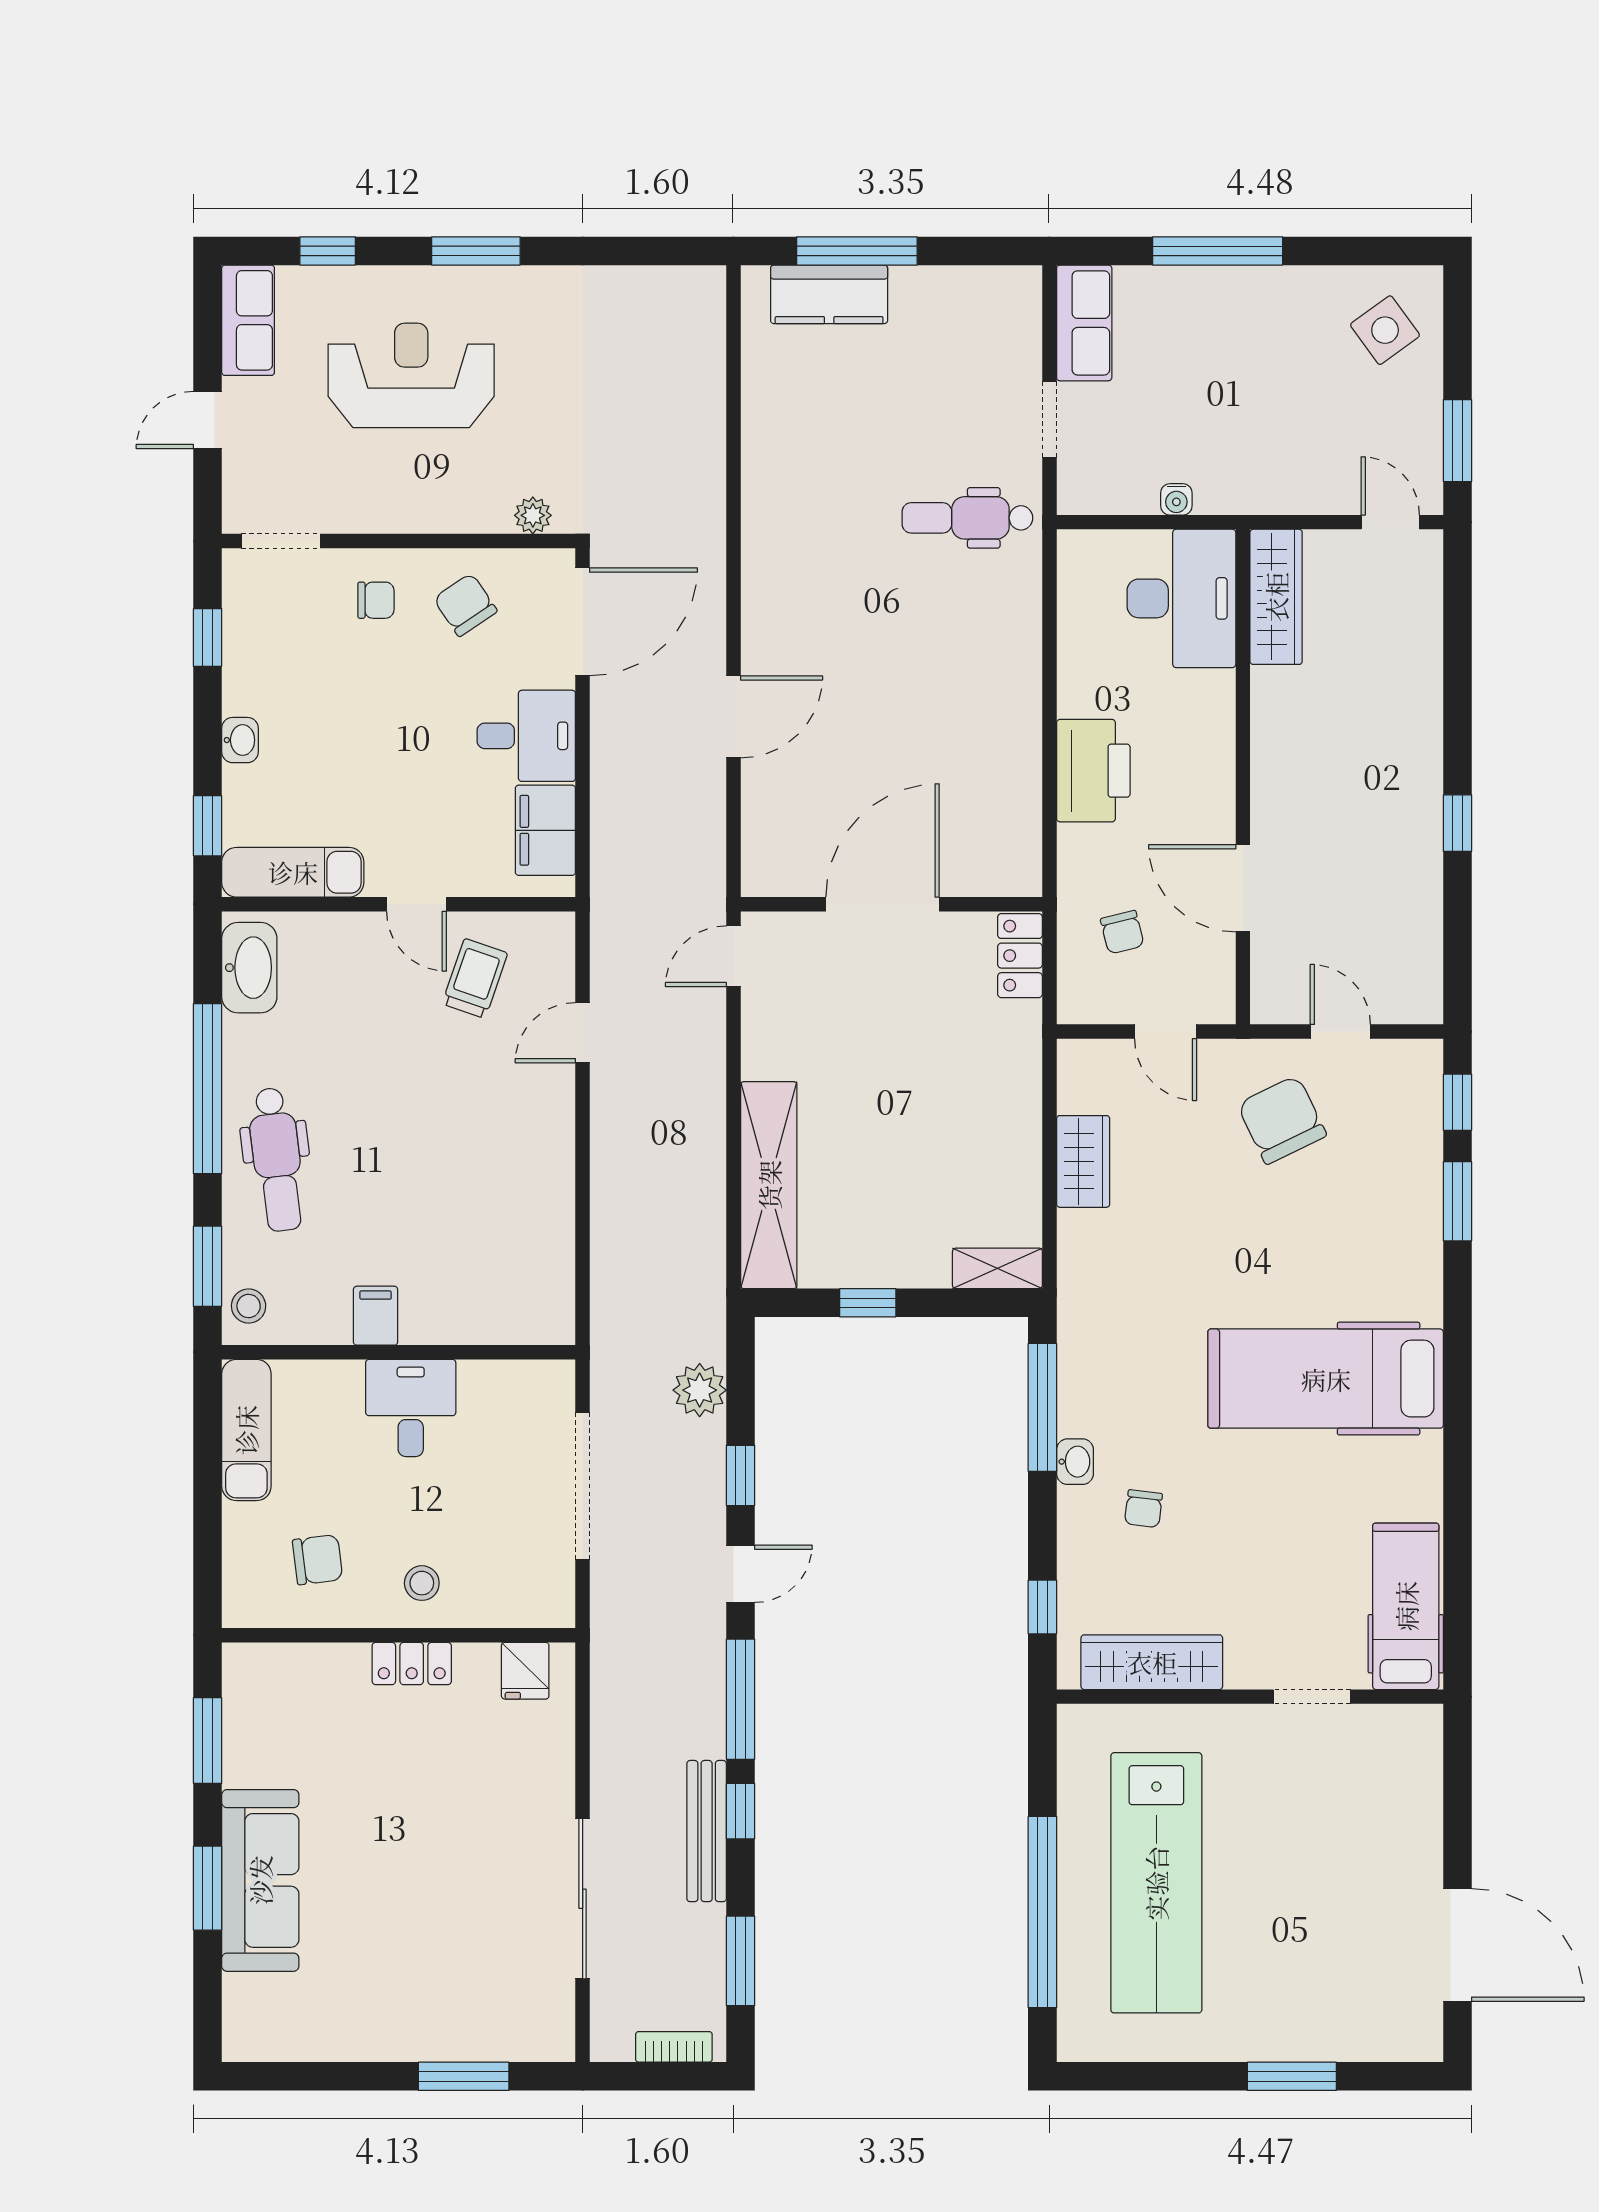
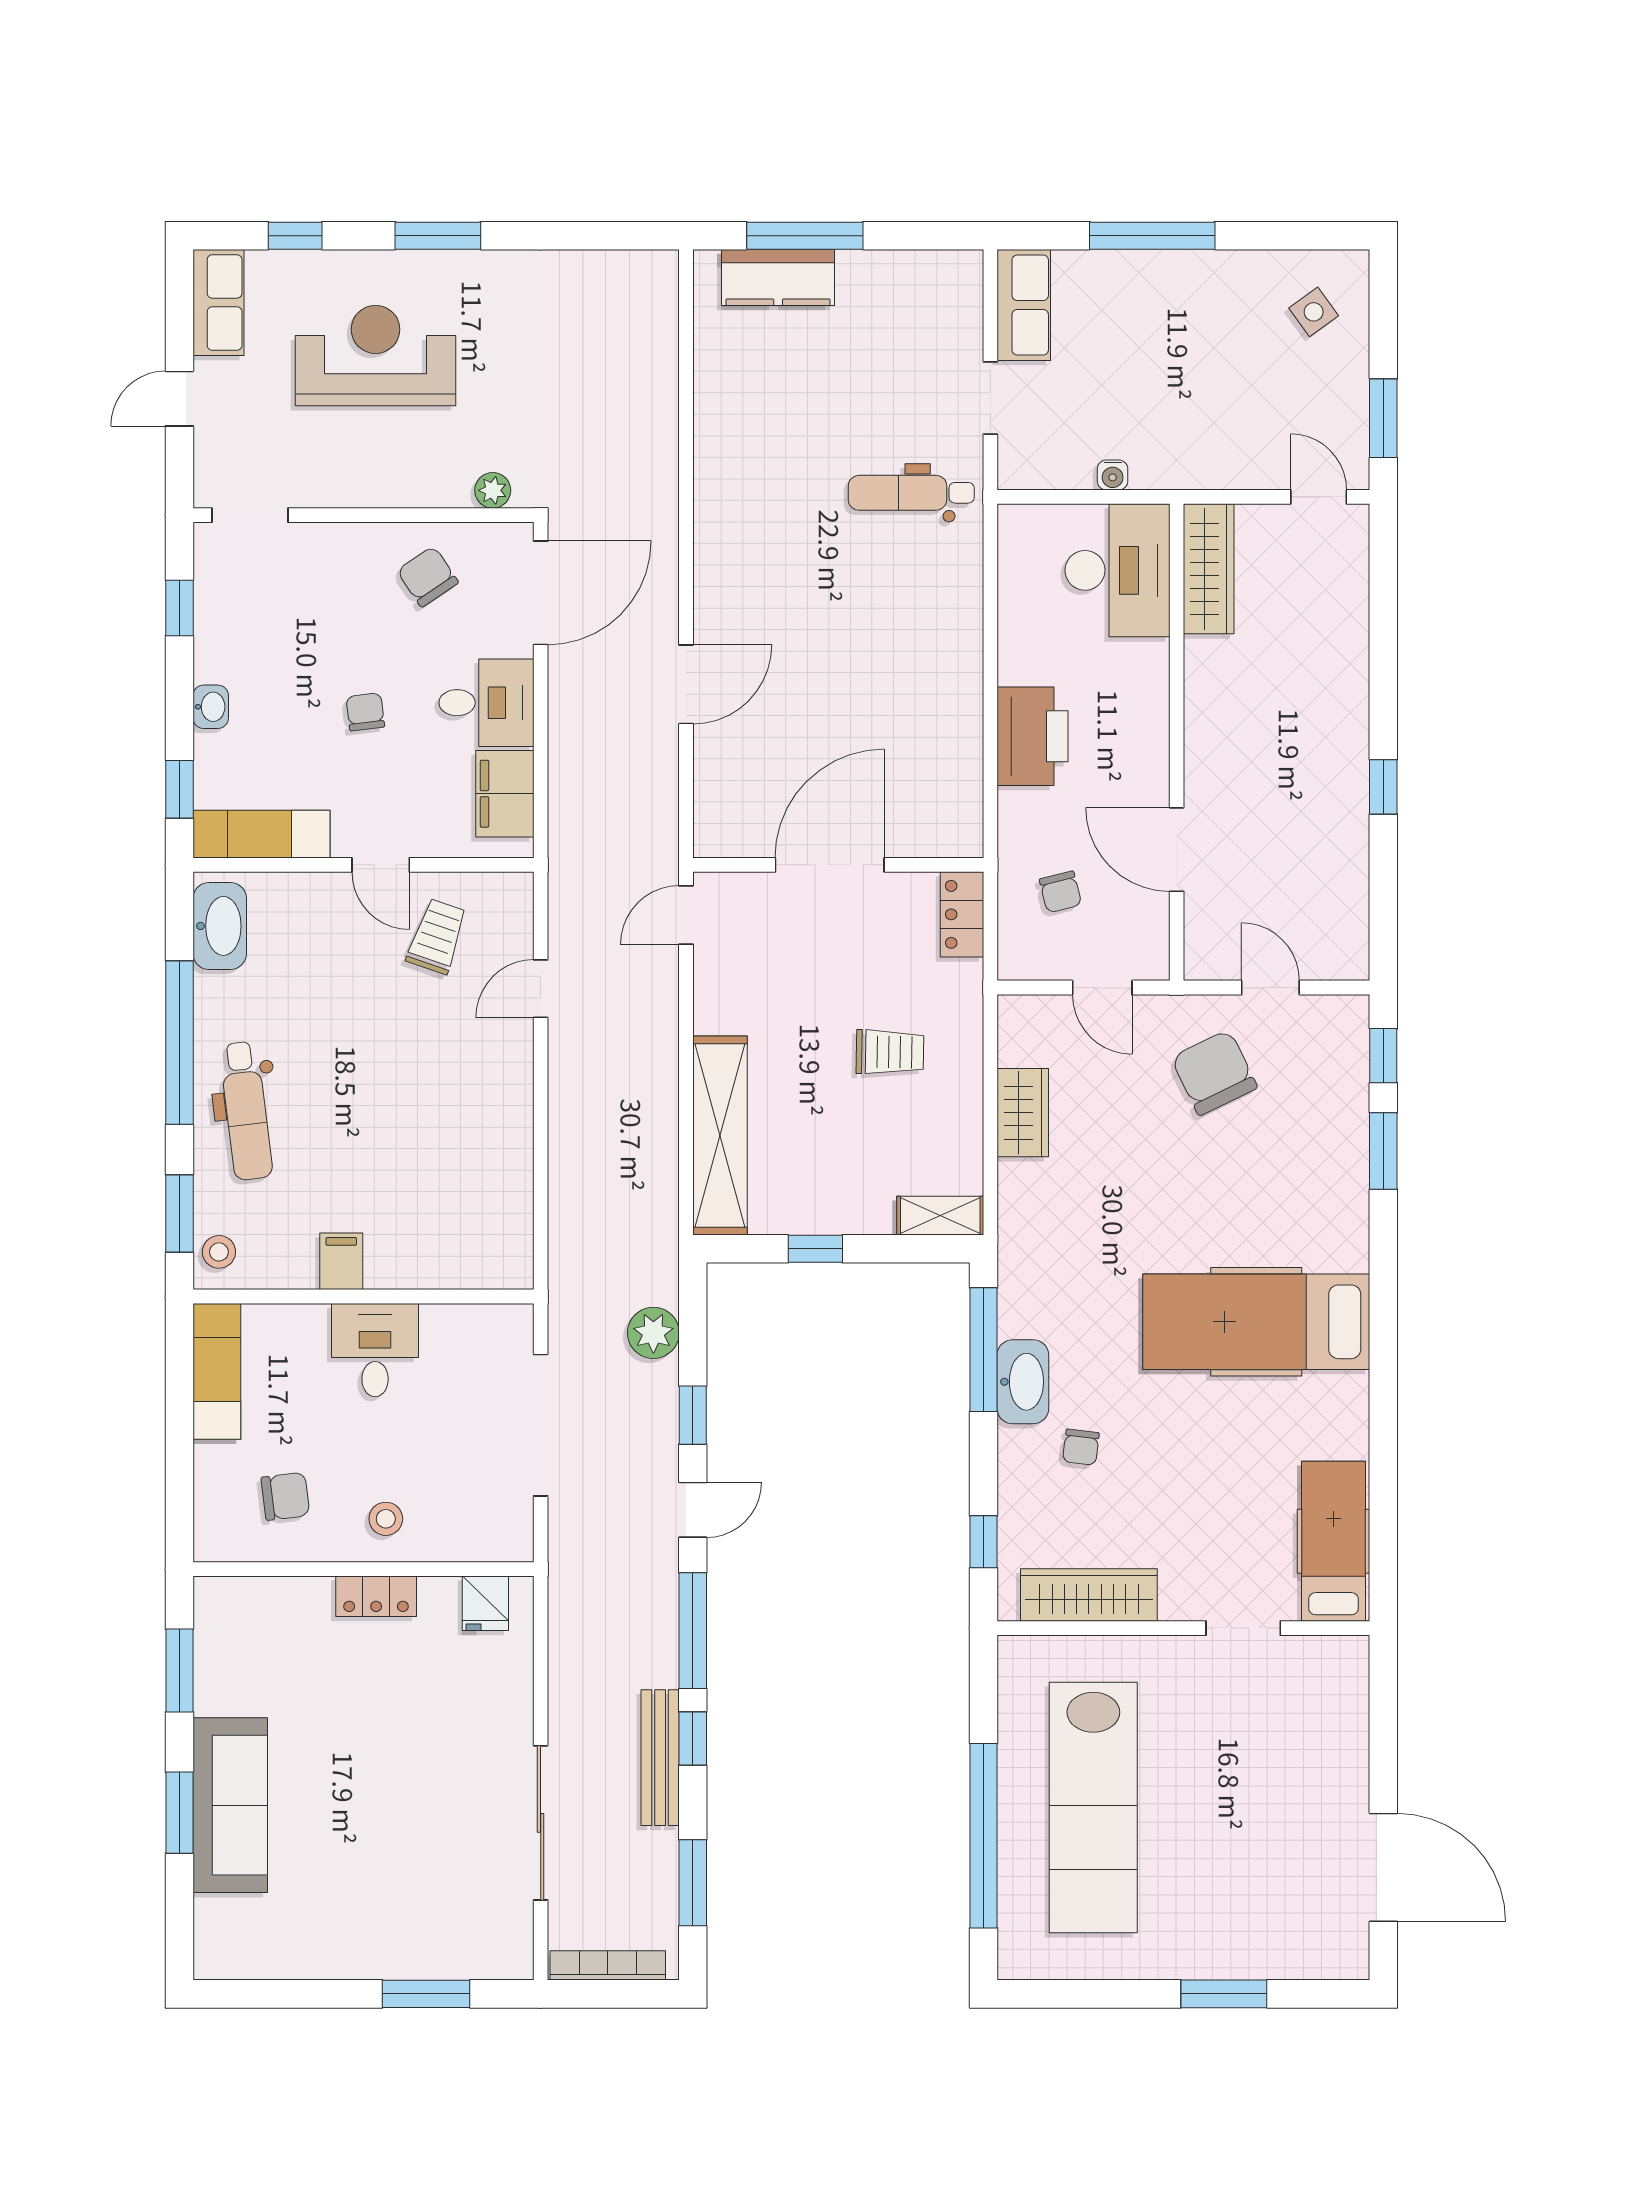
side table: (1385, 330) -> (1314, 312), width x0.73, depth x0.73
chair: (376, 600) -> (365, 712), moved, turned -97
trolley: (945, 1098) -> (890, 1052), added
washbasin: (1075, 1462) -> (1023, 1382), width x1.91, depth x1.45
bookcase: (674, 2047) -> (608, 1965), width x1.56

